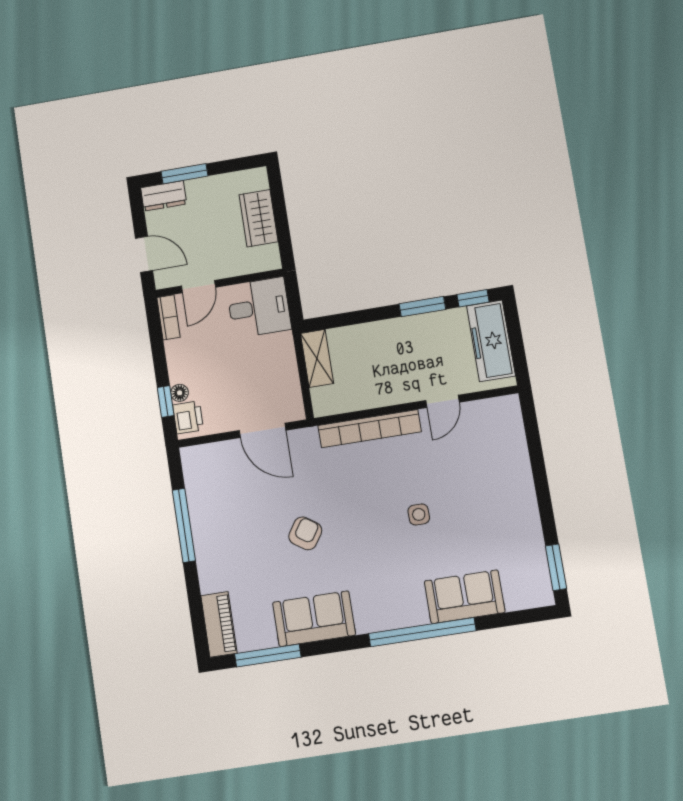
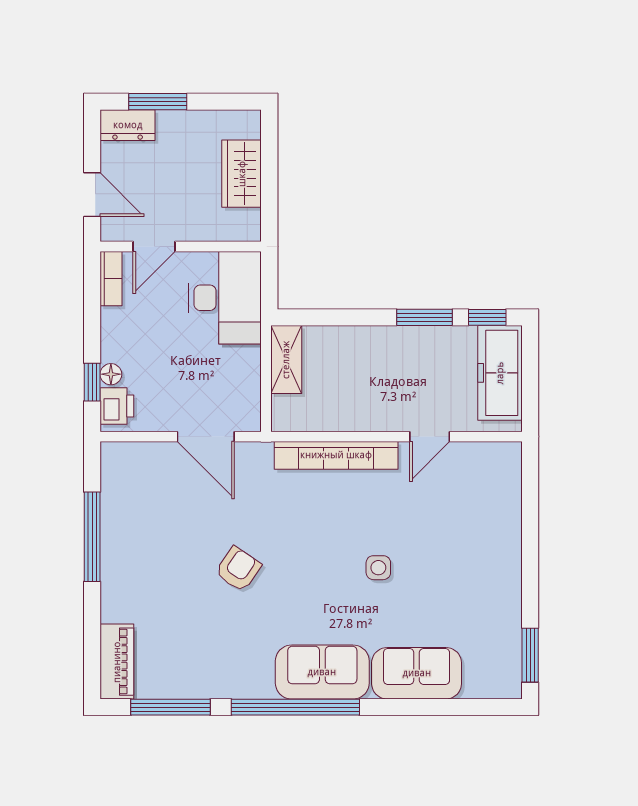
desk: (259, 308) -> (225, 298), width x1.37
sofa: (314, 619) -> (322, 672), moved
window: (422, 632) -> (295, 707), moved

